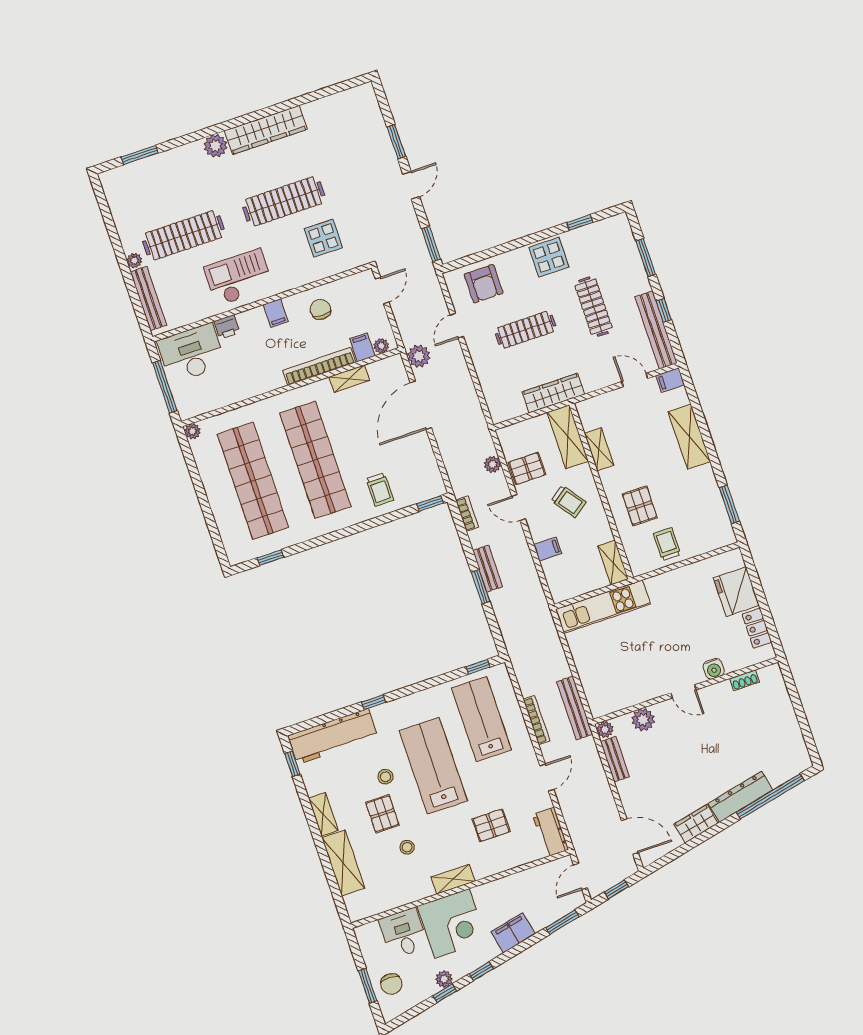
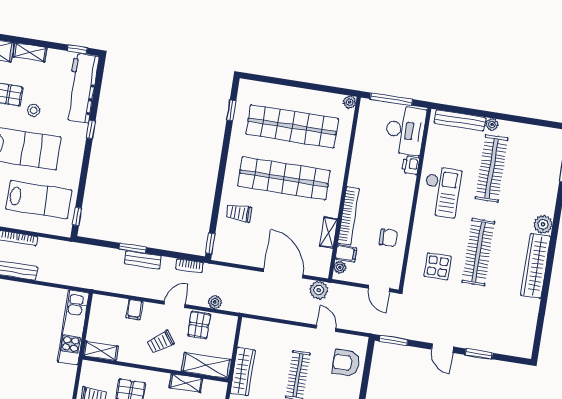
filing cabinet: (276, 313) -> (402, 205), removed

